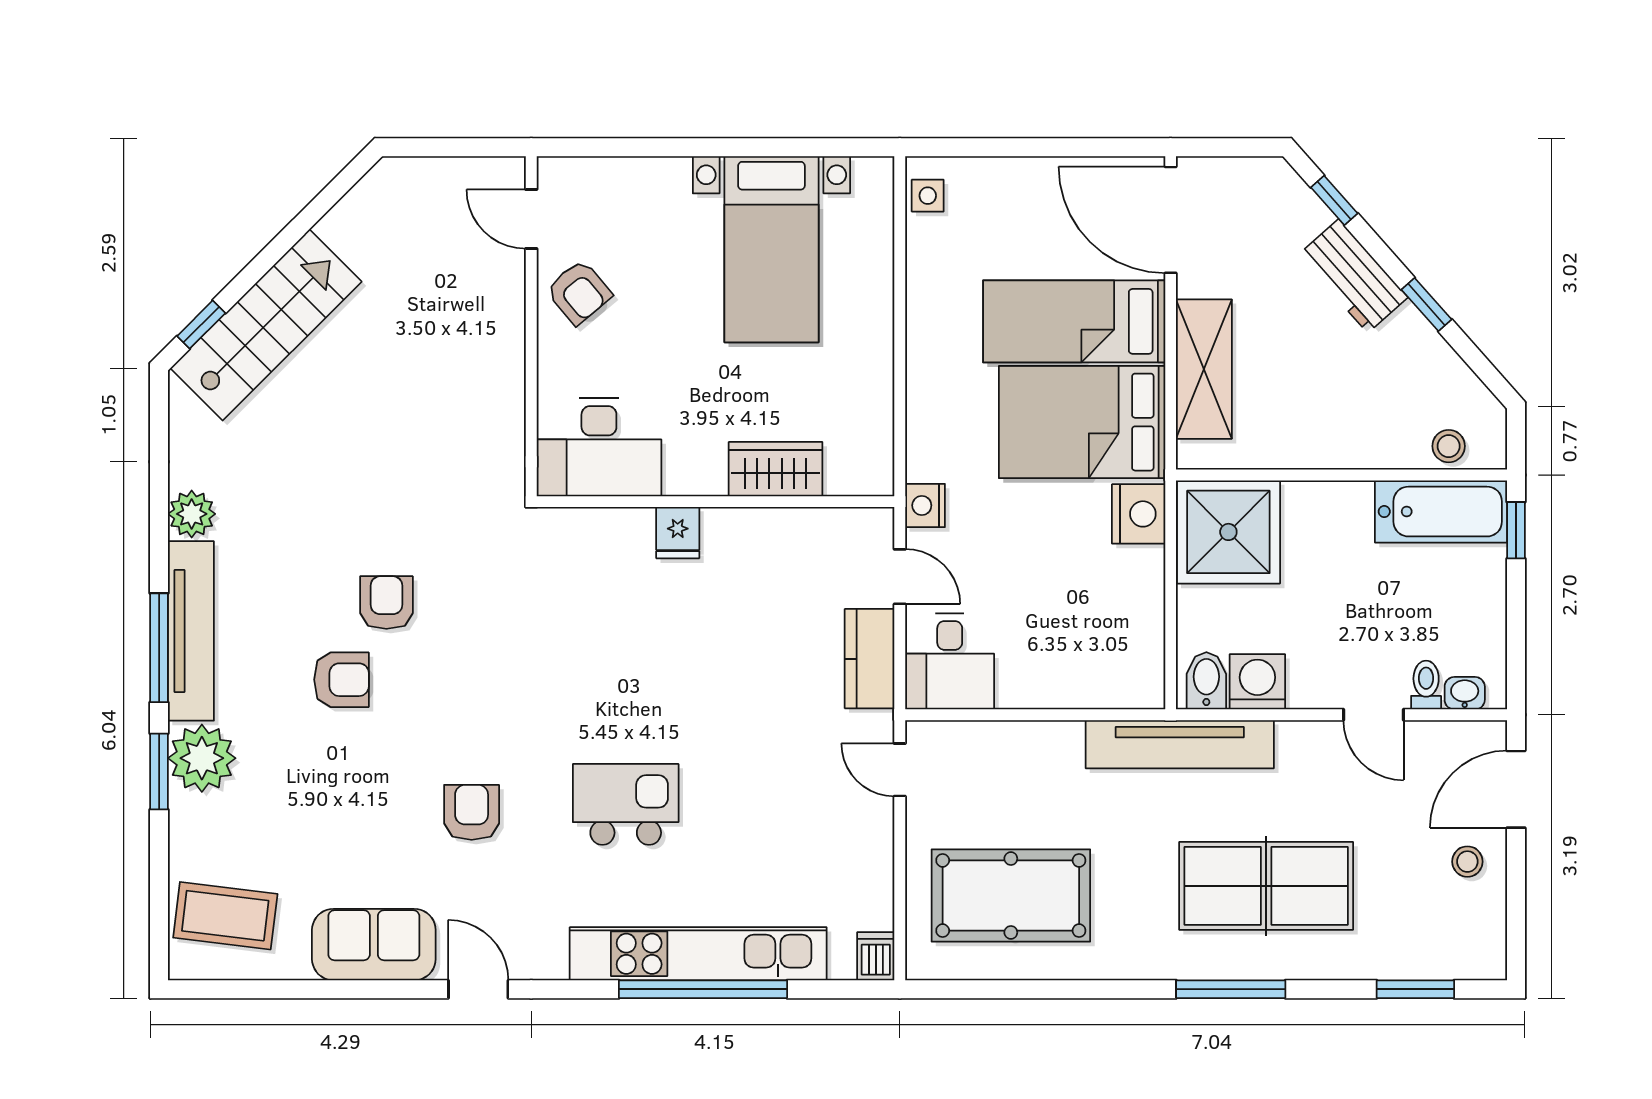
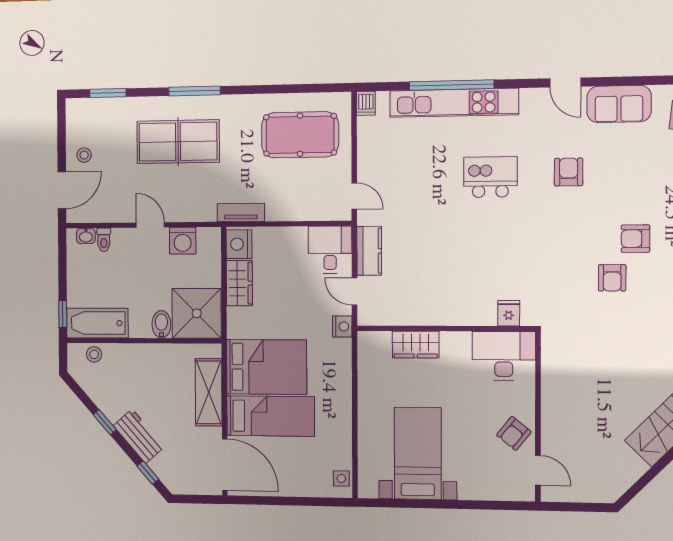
armchair: (579, 292) -> (514, 433), turned -101
nightstand: (1139, 514) -> (239, 244), moved
fridge: (678, 533) -> (509, 313), moved
wardrobe: (1138, 594) -> (239, 283), added
bidet: (1206, 681) -> (161, 324), moved, turned 180
door: (1374, 715) -> (150, 225), moved
tv unit: (1180, 744) -> (241, 212), width x0.52, depth x0.78
kitchen island: (626, 804) -> (490, 177), turned 180
armchair: (472, 812) -> (569, 172), turned 180

